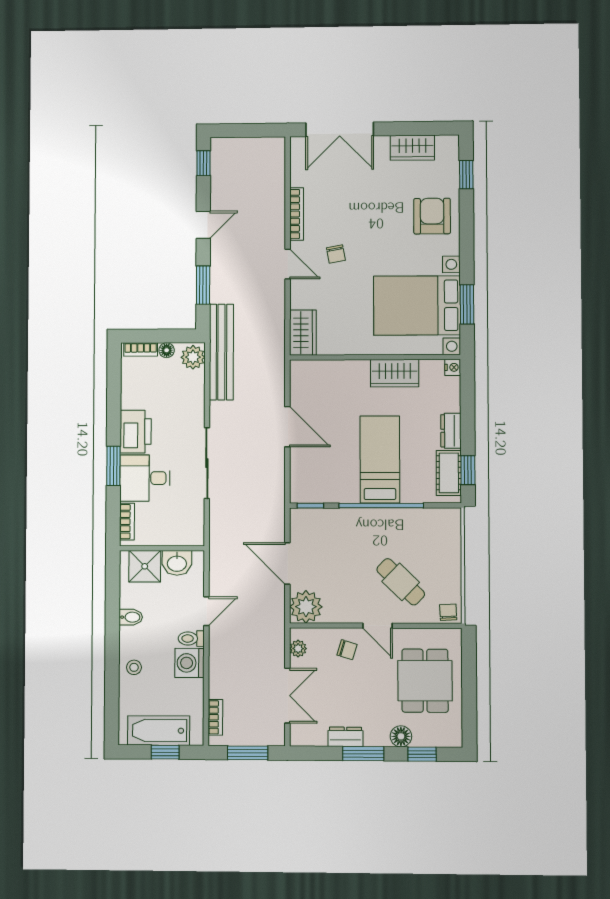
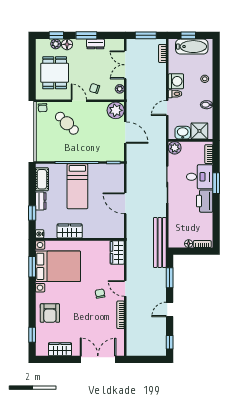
plant: (193, 357) -> (175, 148), moved
window: (468, 470) -> (32, 213), moved
plant: (423, 737) -> (56, 44), added

